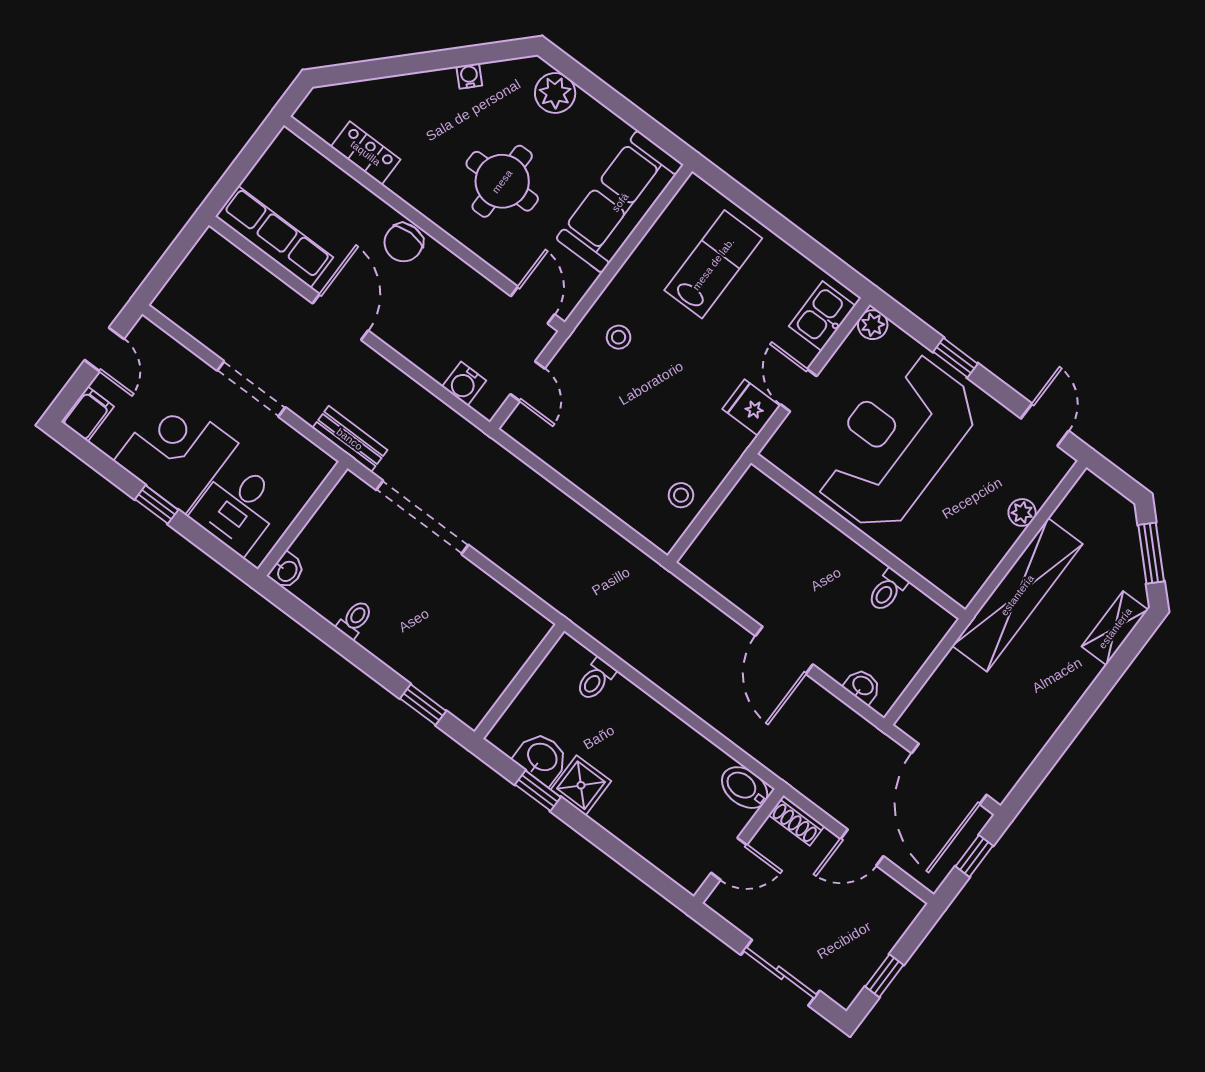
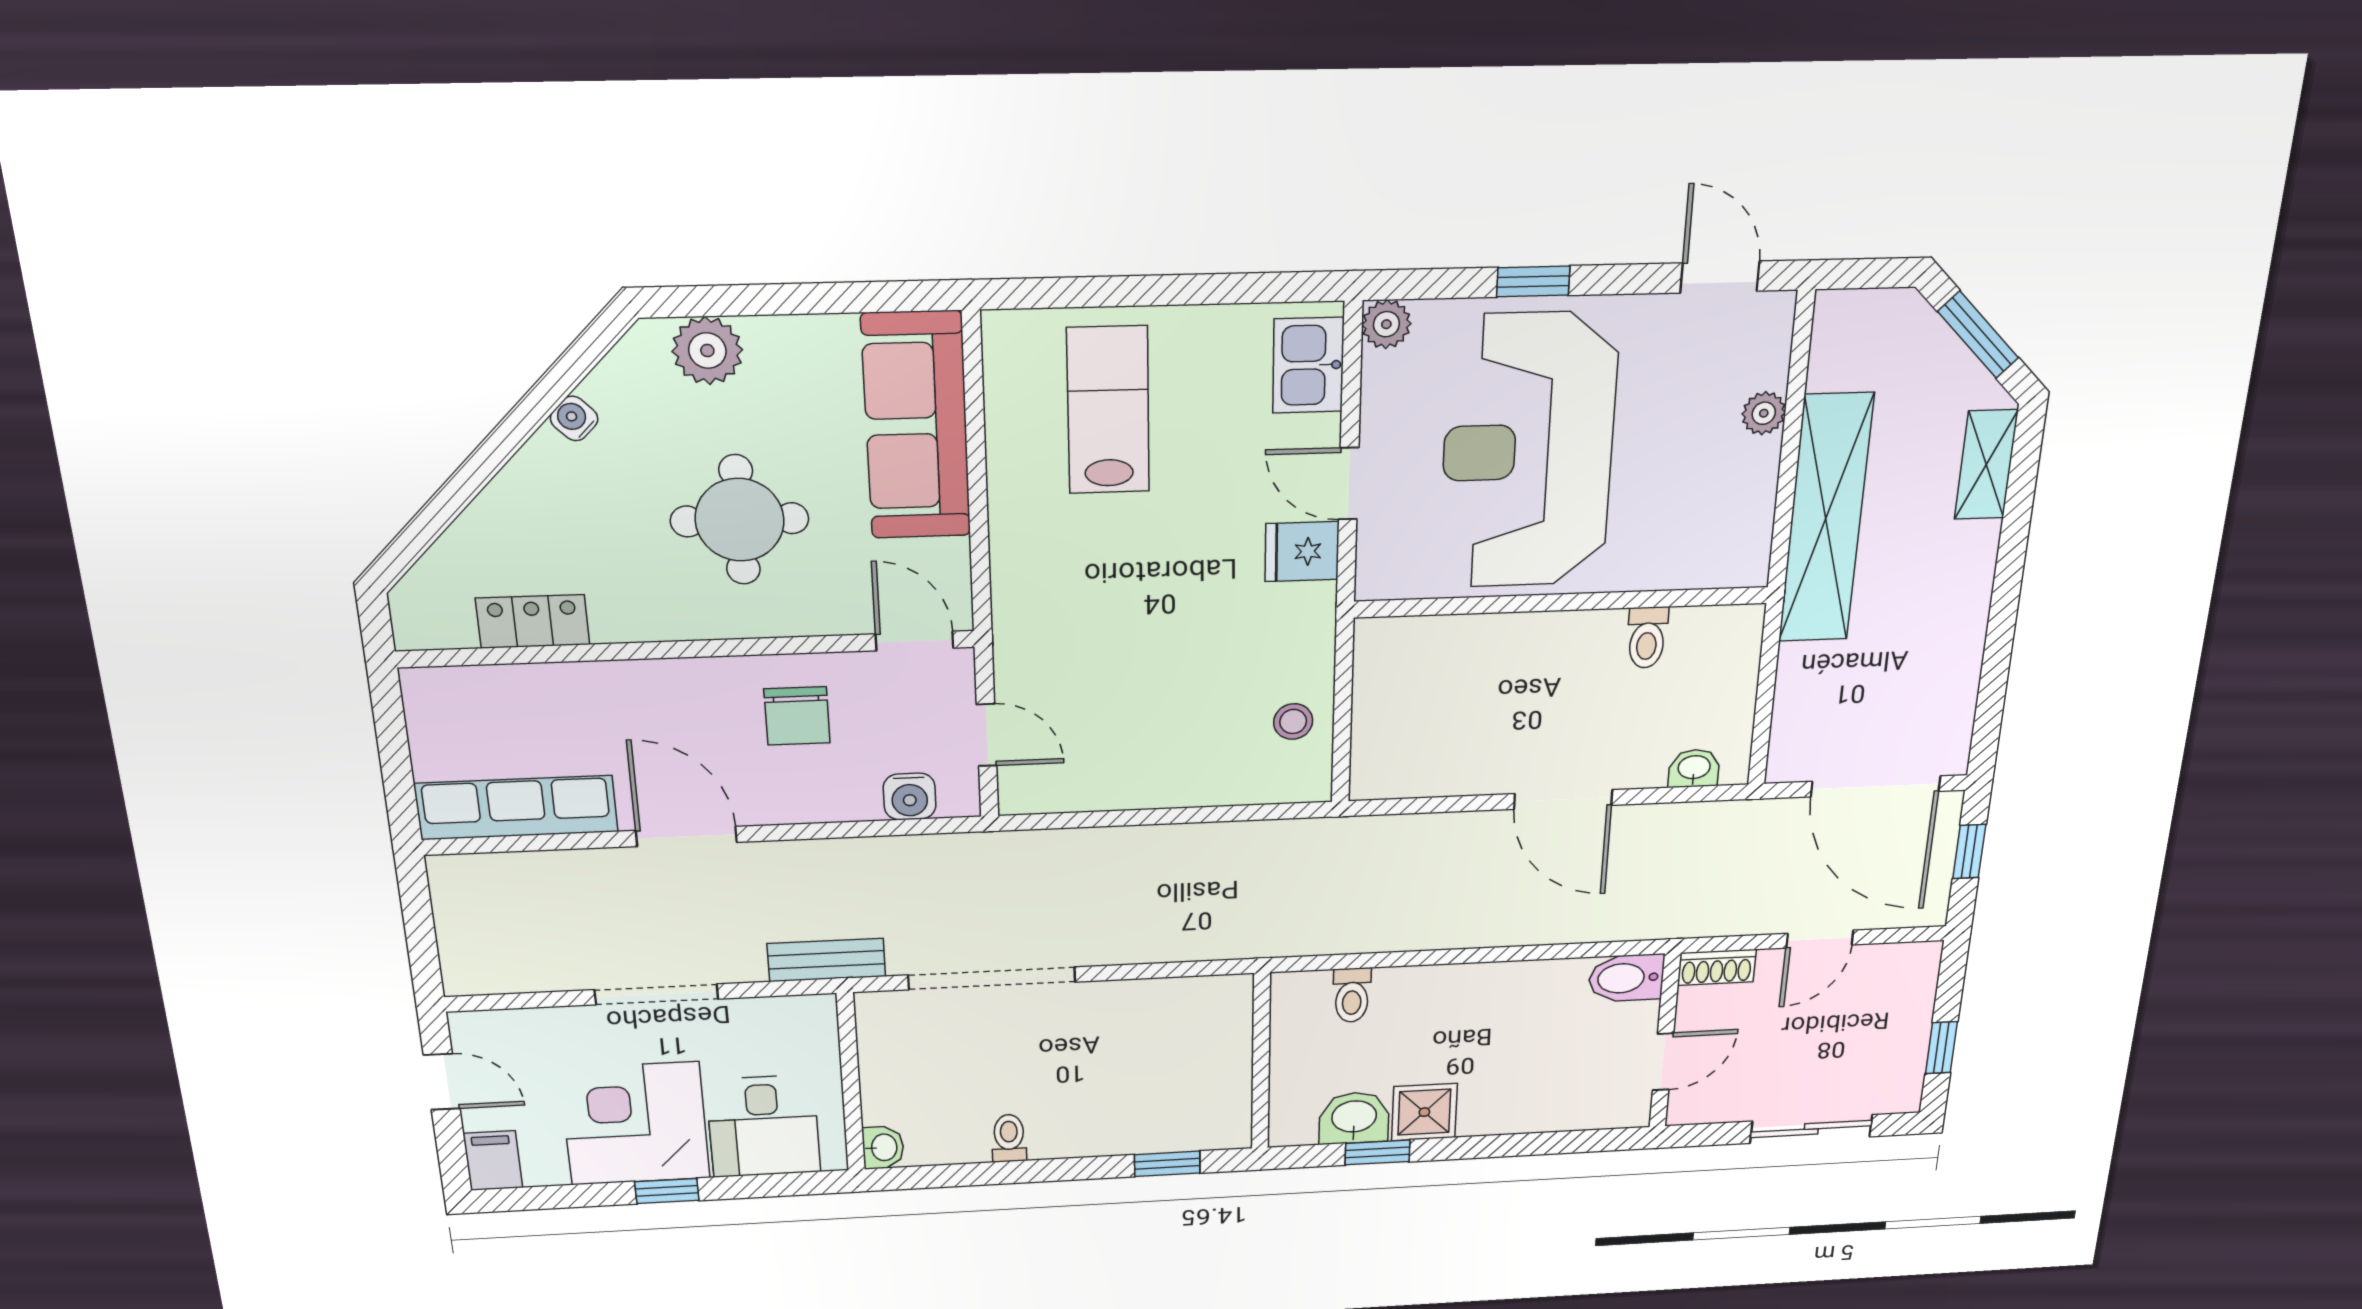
chair: (404, 243) -> (797, 716), moved
stool: (619, 337) -> (1058, 596), removed

